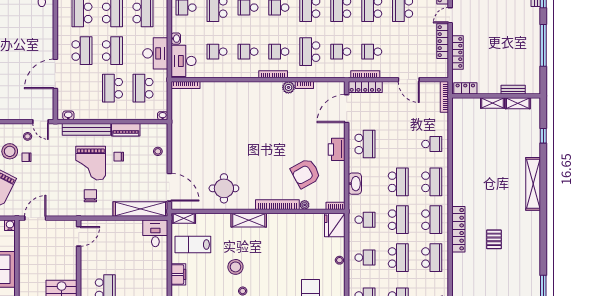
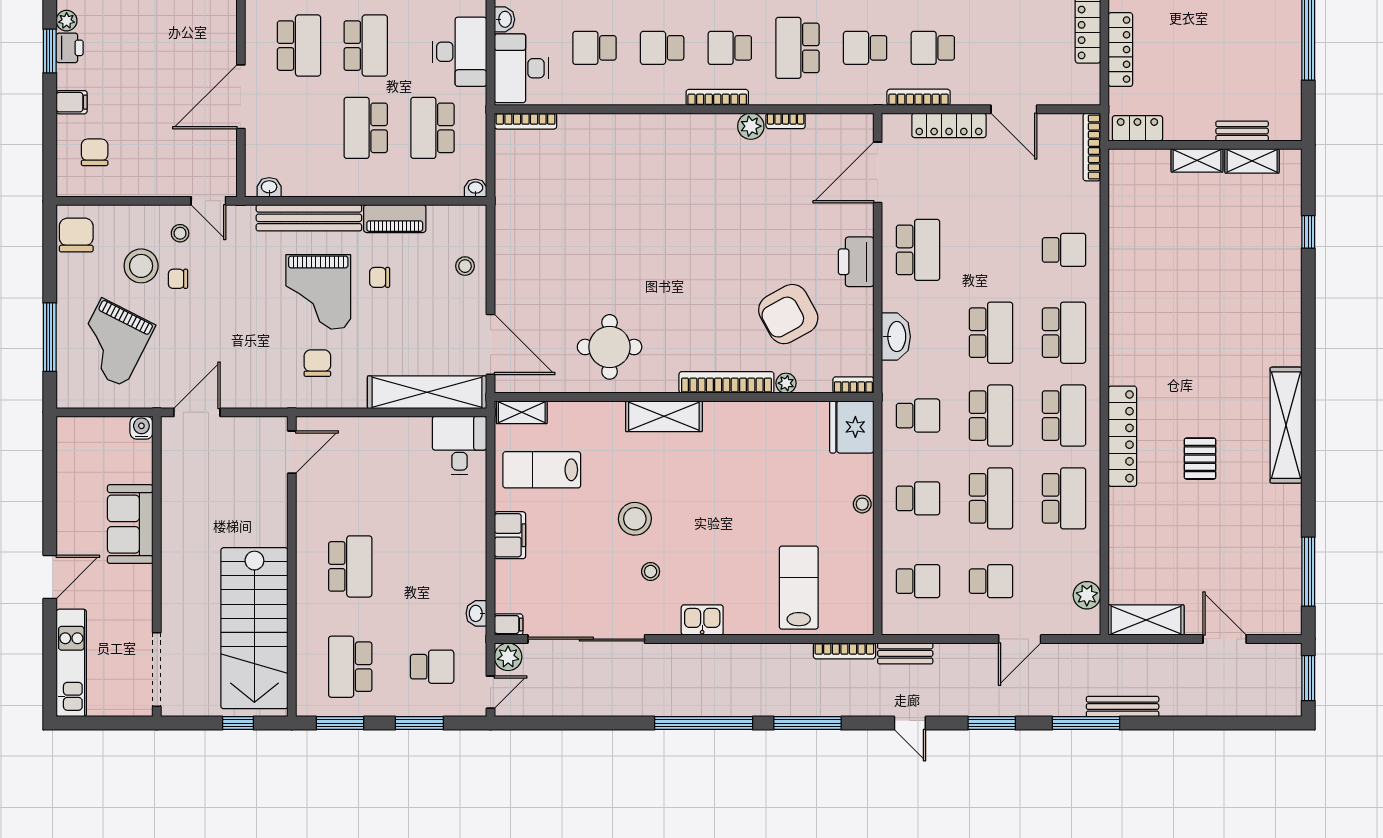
locker: (365, 87) -> (949, 125), moved
shelving: (533, 184) -> (1286, 425), moved

